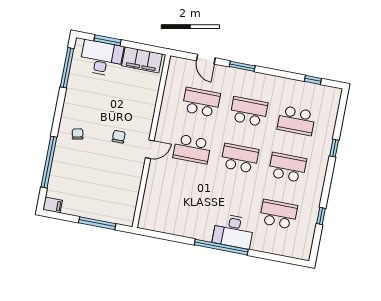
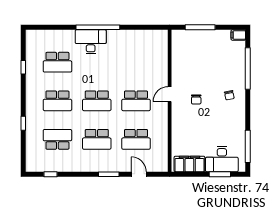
school desk: (192, 149) -> (136, 101), turned 180

